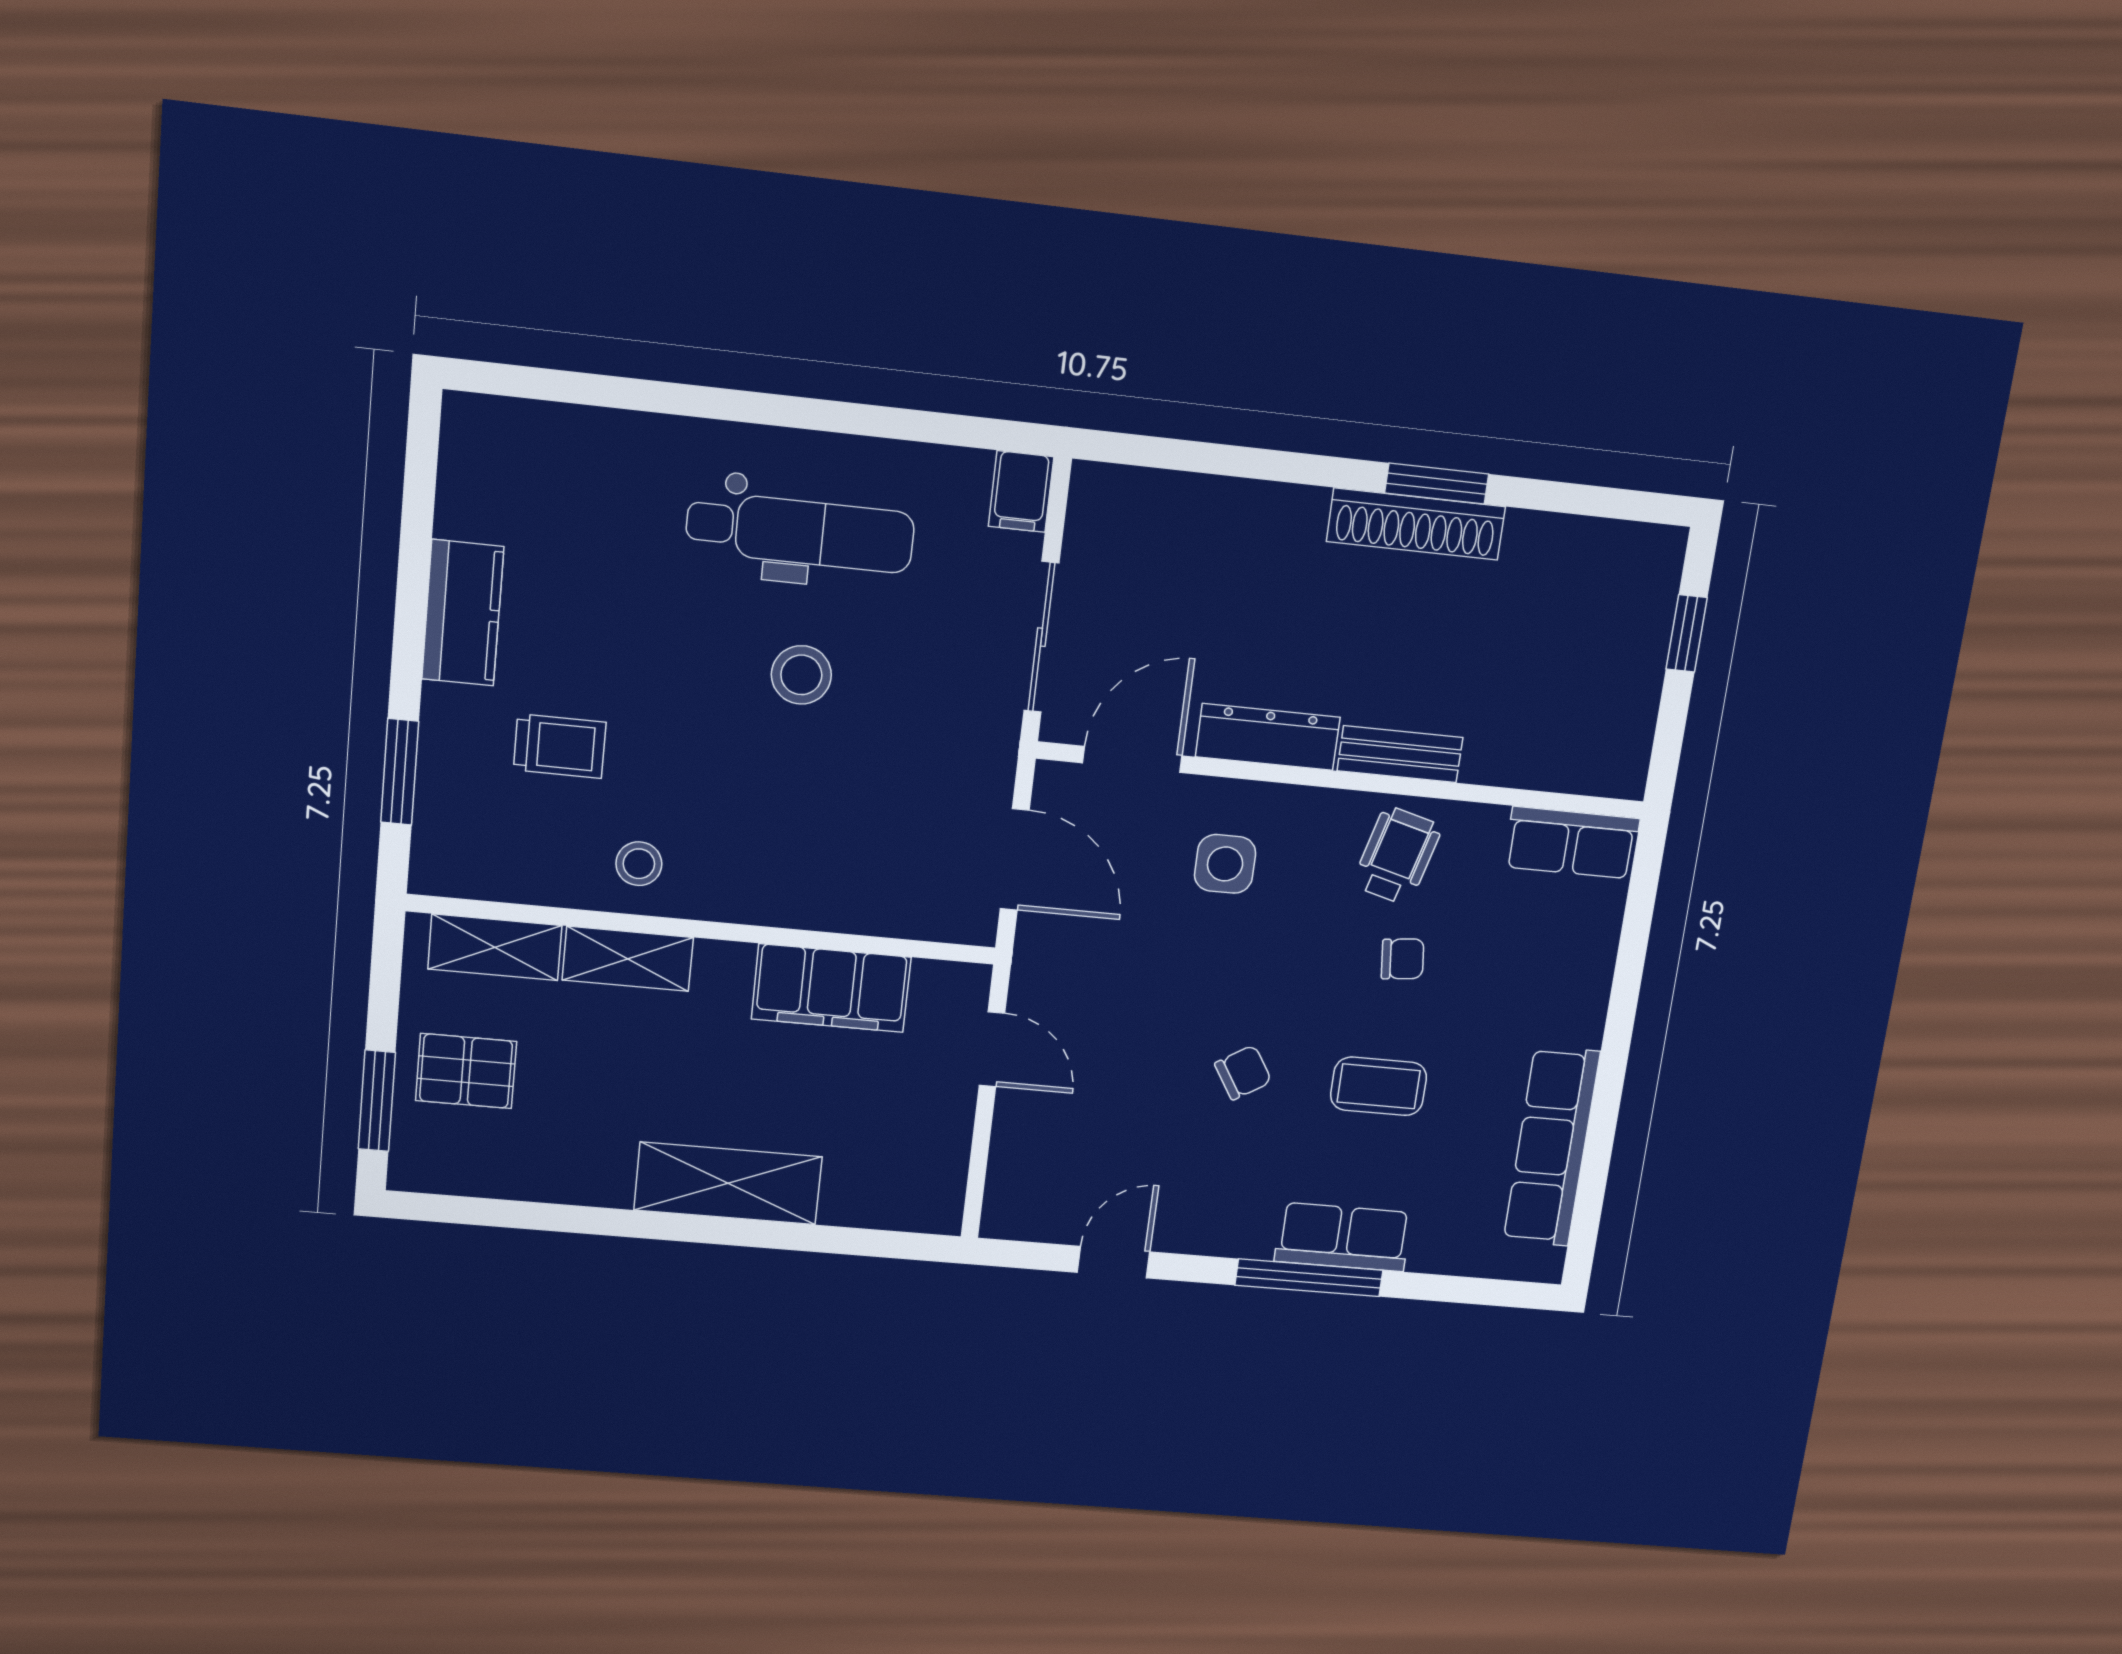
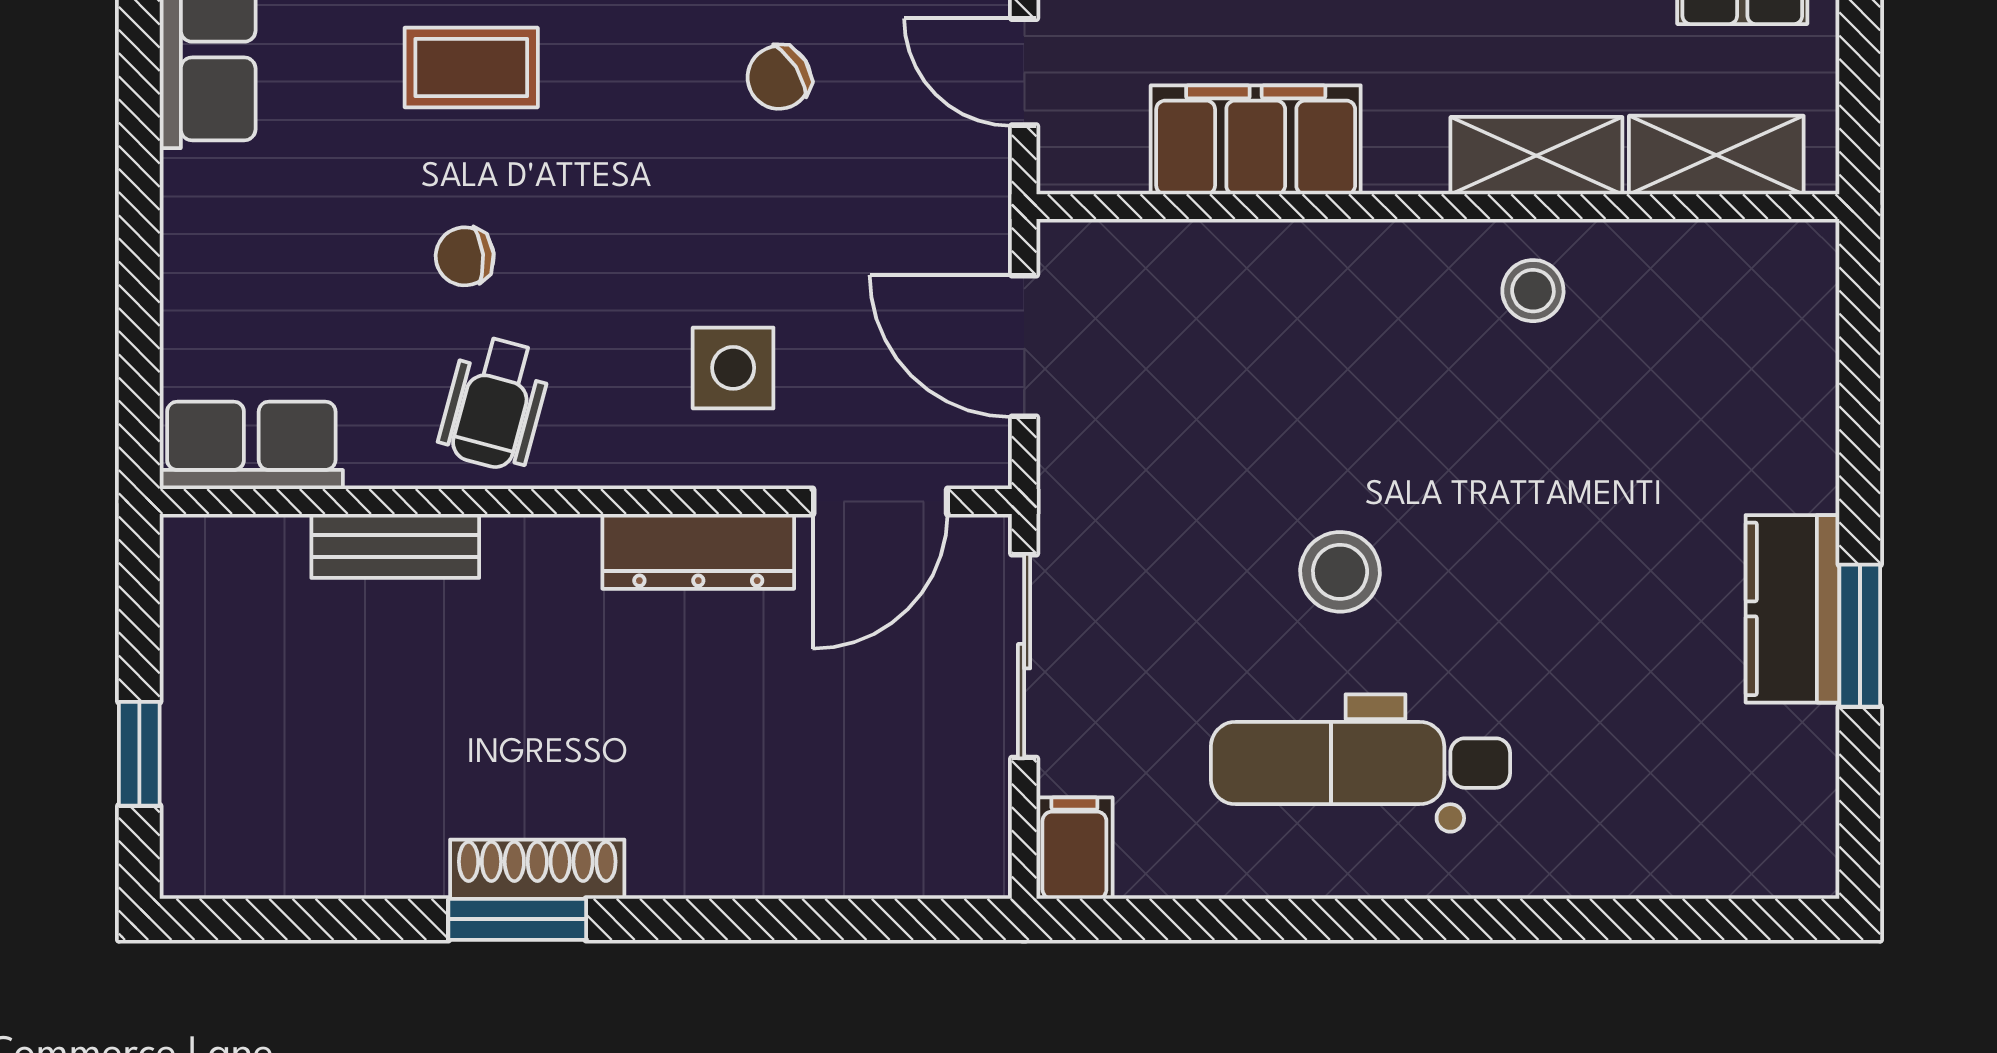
shoe rack: (1416, 524) -> (537, 869), width x0.74, depth x0.81
trolley: (560, 746) -> (1652, 442), removed
bench: (1400, 754) -> (395, 546), moved
window: (400, 772) -> (1860, 636), moved
chair: (1243, 1072) -> (779, 77), moved

